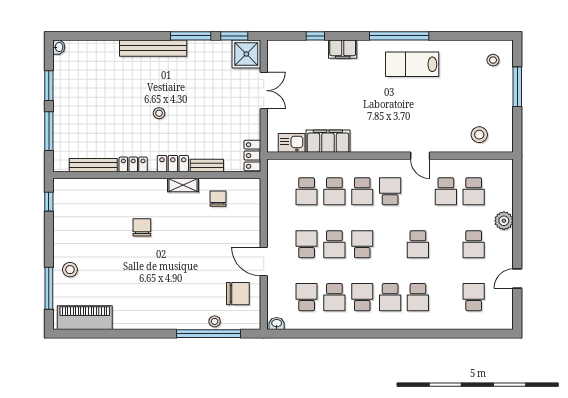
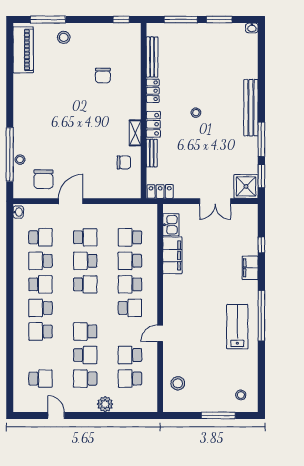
chair: (142, 227) -> (103, 75), moved, turned 90
school desk: (446, 244) -> (85, 355), added

